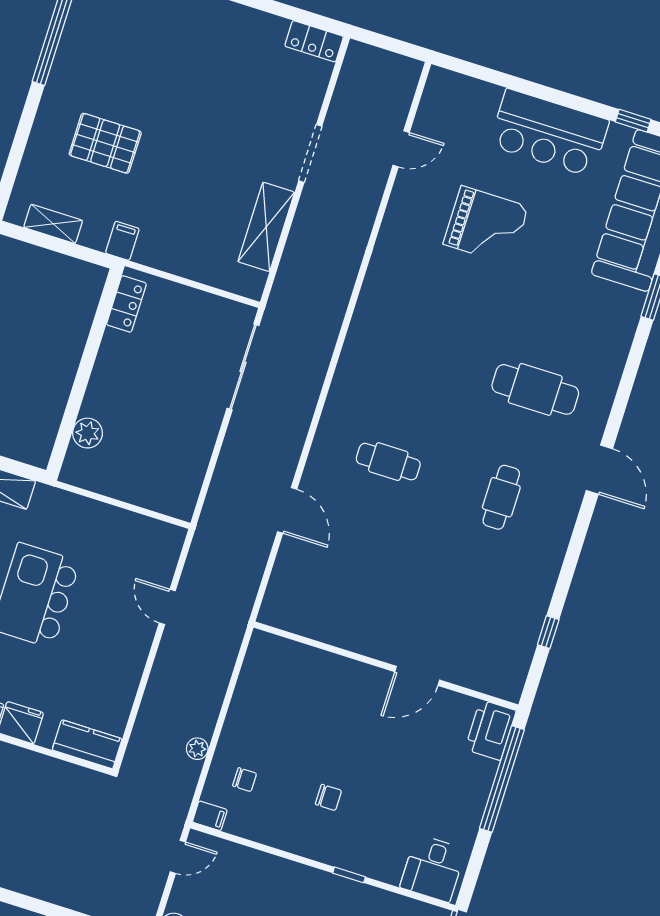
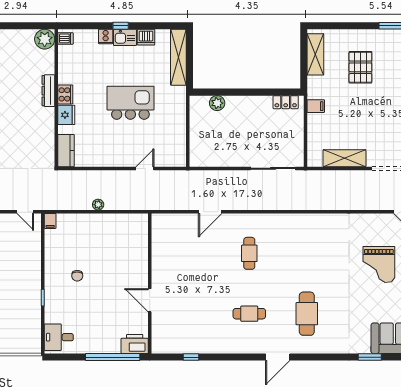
shelving: (53, 224) -> (315, 54), width x1.50, depth x1.33
filing cabinet: (122, 241) -> (316, 106), moved
plant: (197, 749) -> (98, 205), moved
chair: (245, 780) -> (73, 232), removed

